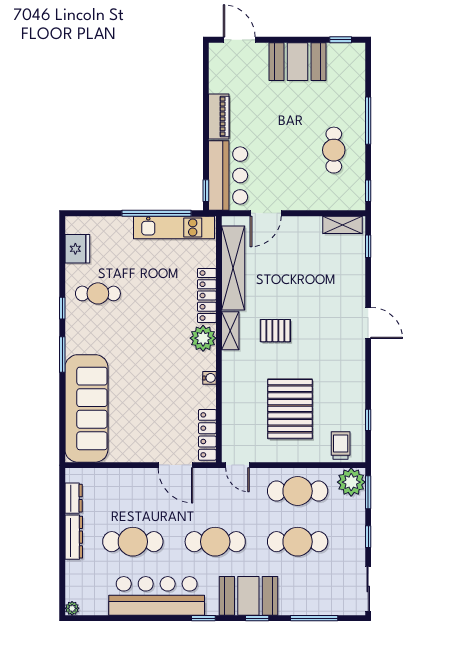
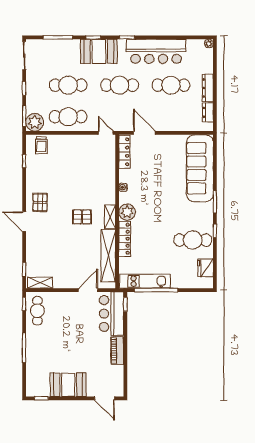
cafe table: (334, 150) -> (37, 311), moved
cafe table: (98, 293) -> (193, 240), width x1.37, depth x1.35
pallet: (290, 409) -> (40, 202), moved, width x0.49, depth x0.50

